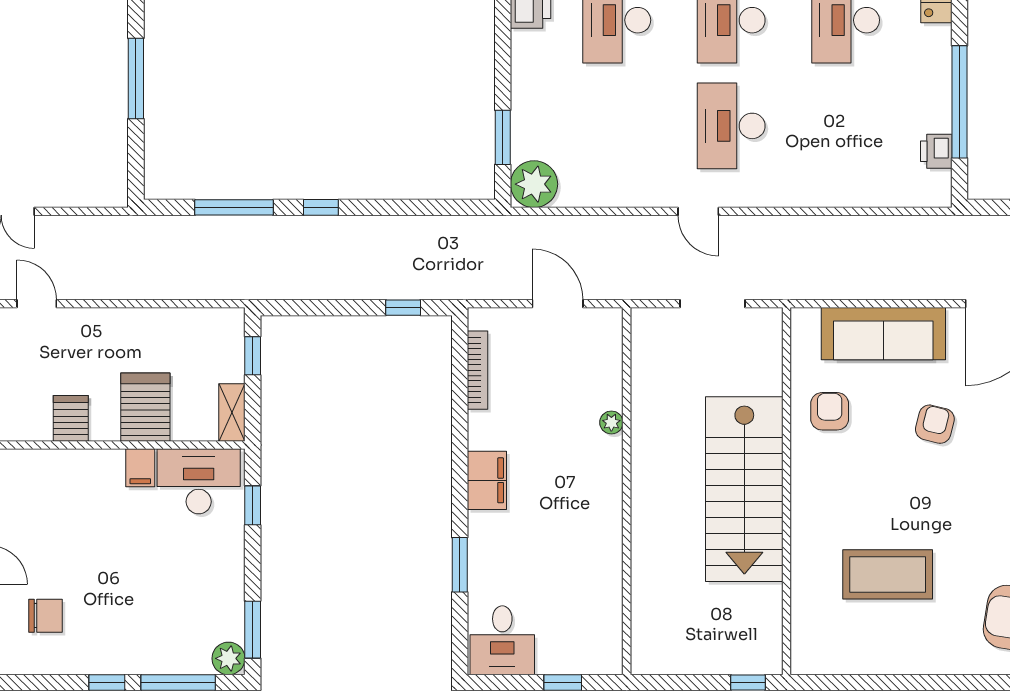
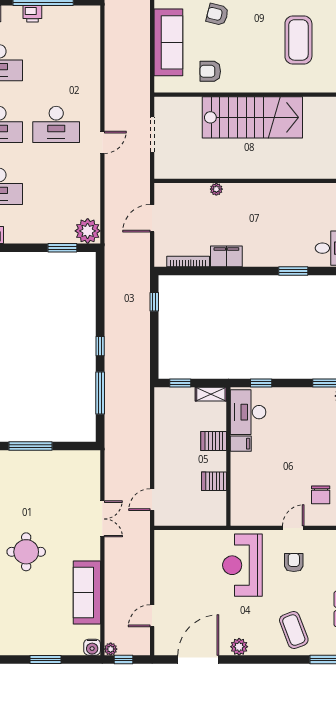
printer: (936, 151) -> (32, 14), moved
server rack: (145, 407) -> (214, 441), width x0.73, depth x0.70
filing cabinet: (487, 480) -> (226, 256), moved
chair: (45, 616) -> (321, 495), turned 180

